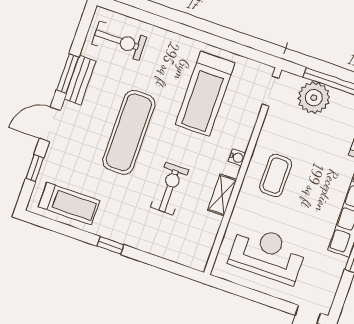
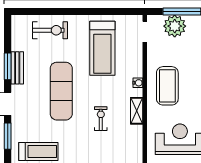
exercise bike: (119, 41) -> (50, 30), moved
window: (35, 168) -> (8, 136), width x1.50
coffee table: (276, 175) -> (167, 86), width x1.36, depth x1.32
exercise bike: (170, 189) -> (101, 119), width x0.73, depth x0.72

